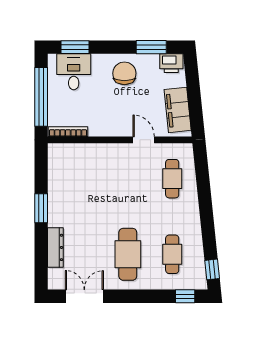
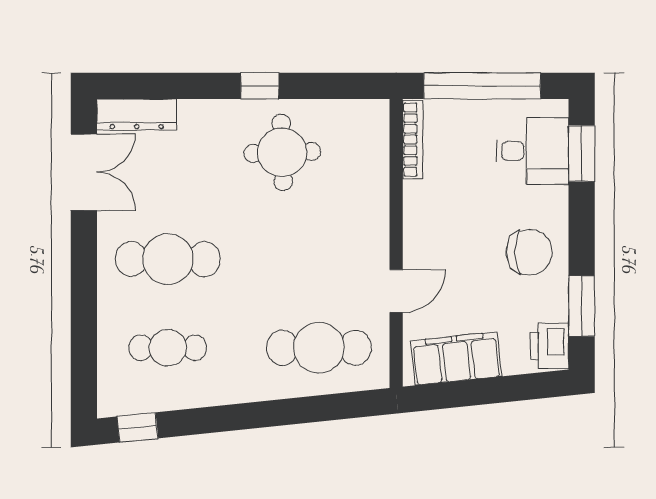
cafe table: (172, 179) -> (319, 348), width x1.37, depth x1.35
round table: (74, 197) -> (282, 152), added
window: (41, 208) -> (260, 86), width x0.67
dresser: (55, 247) -> (137, 114), moved
window: (185, 296) -> (84, 373), removed

